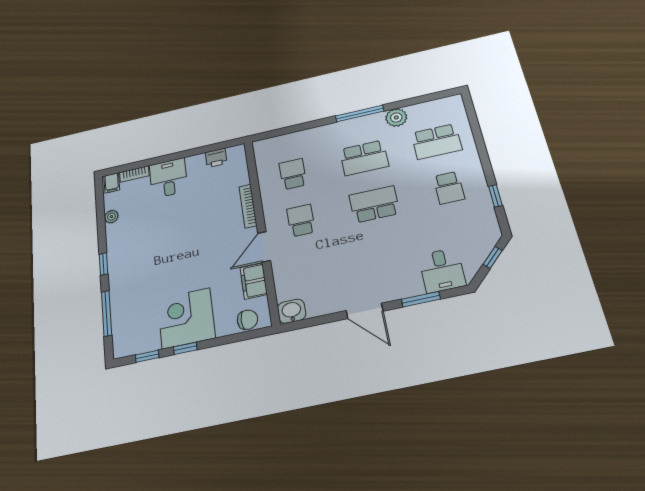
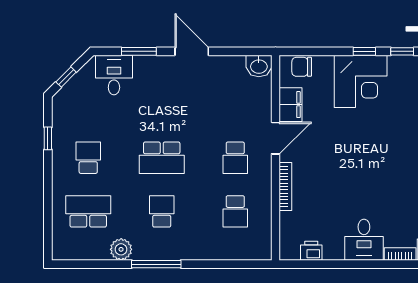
school desk: (364, 158) -> (162, 211), width x0.54

